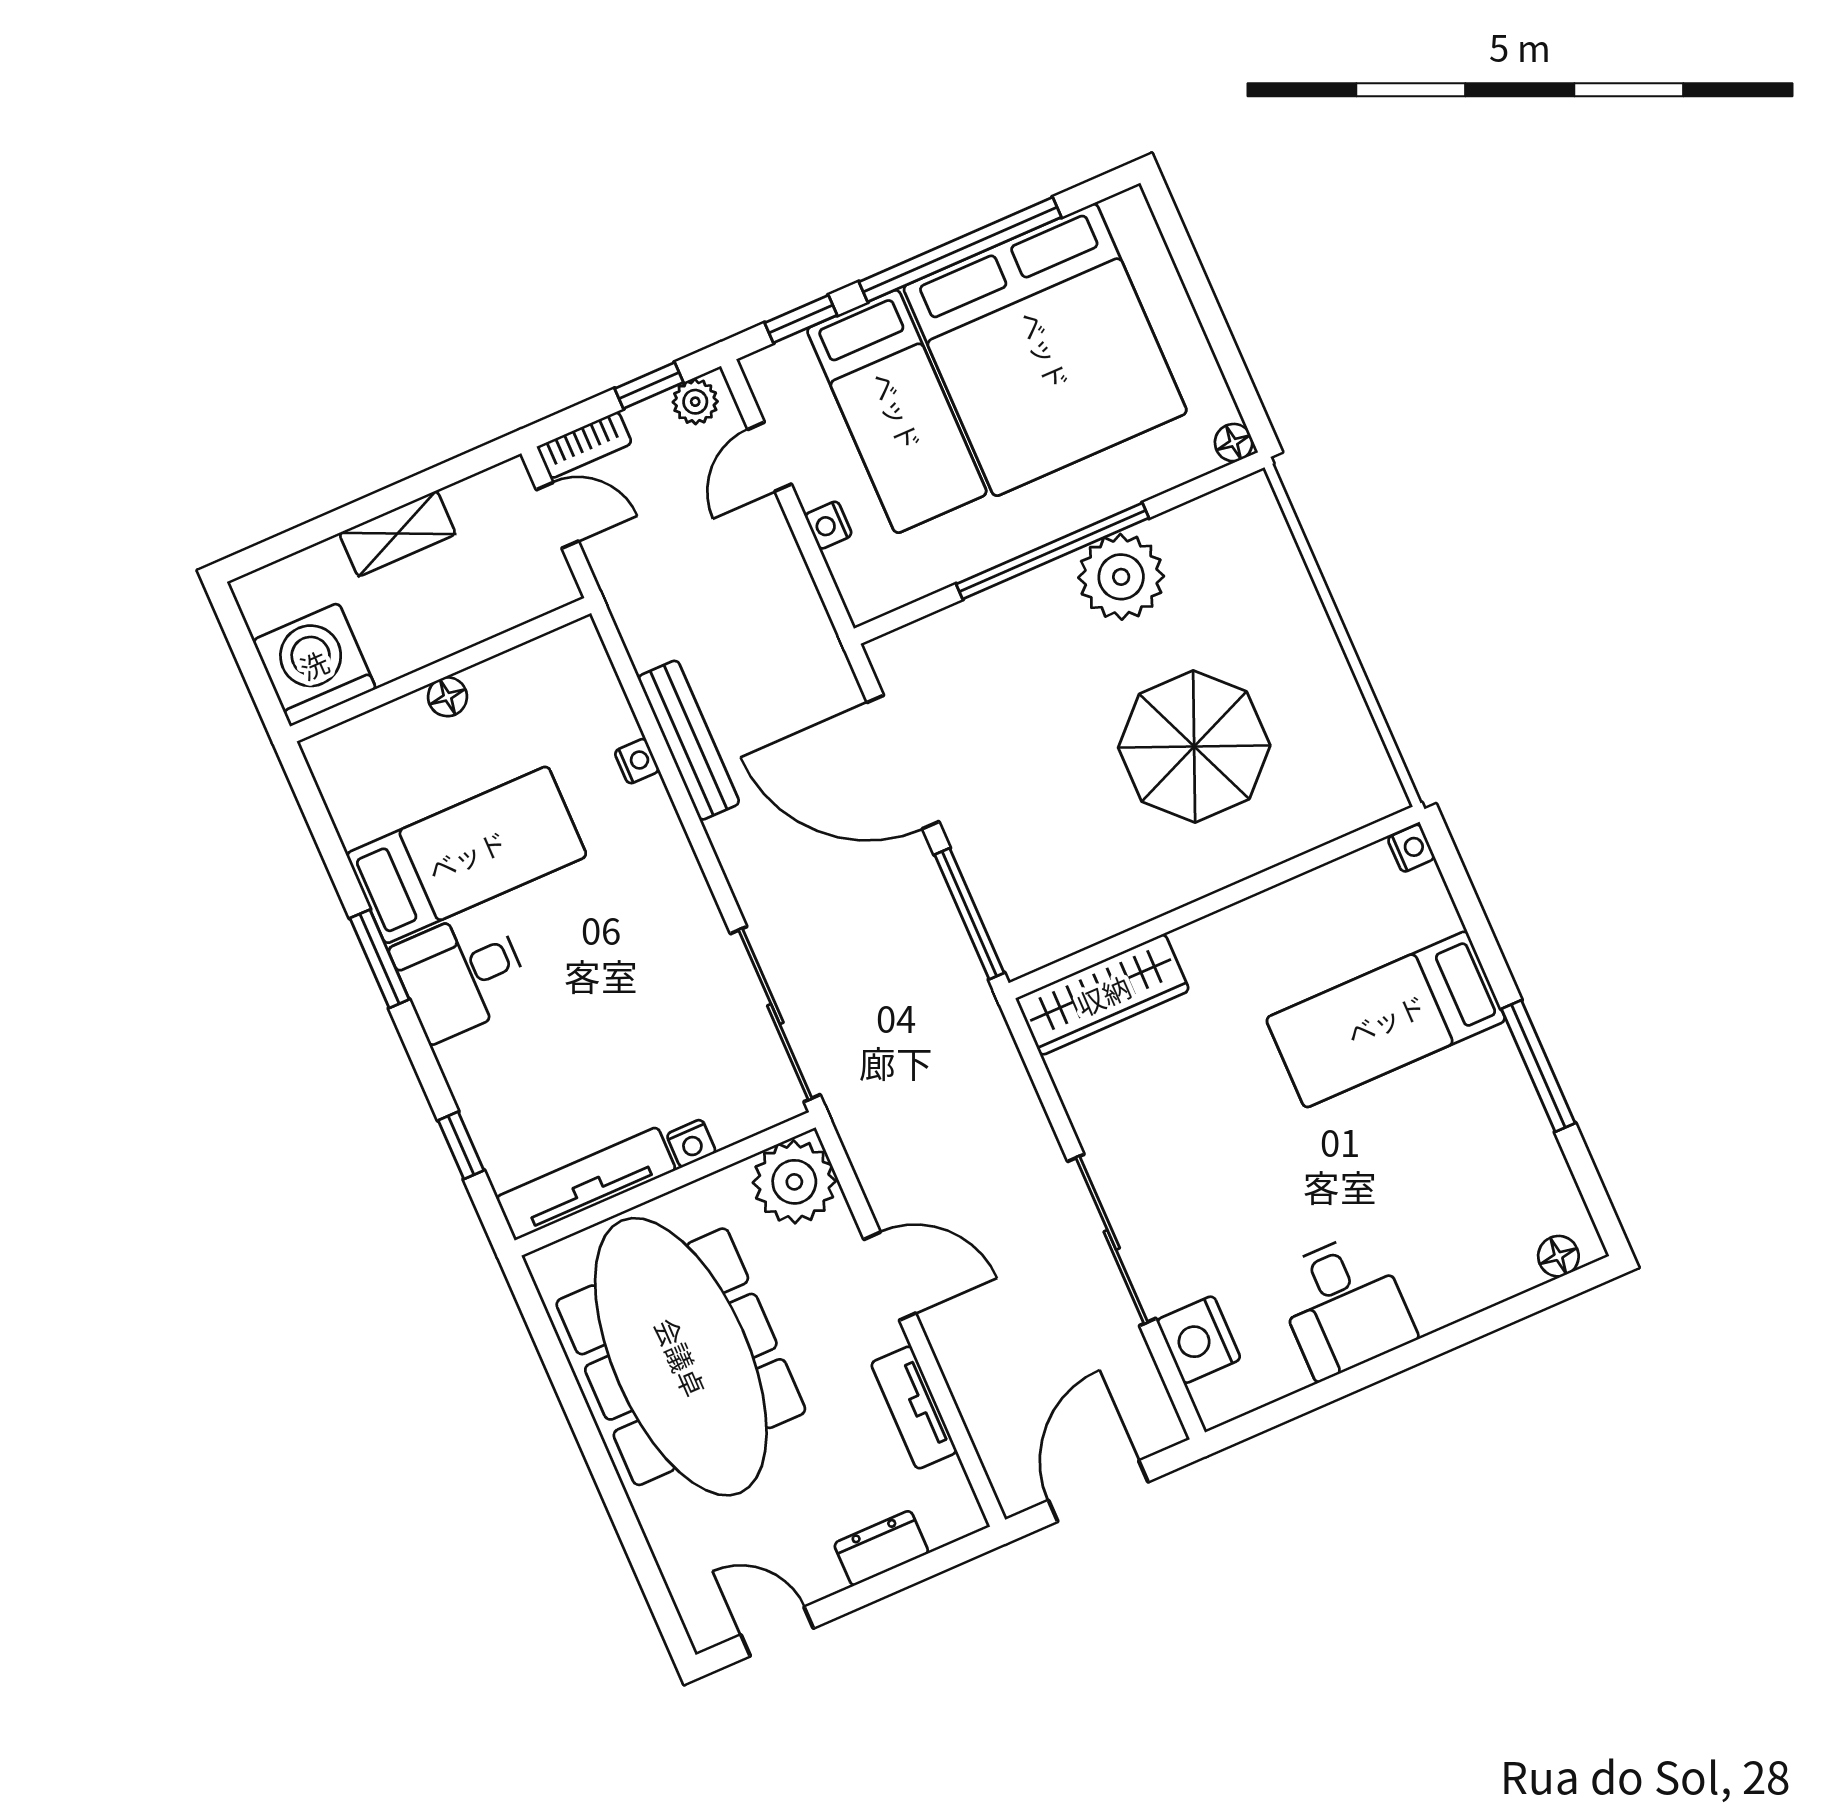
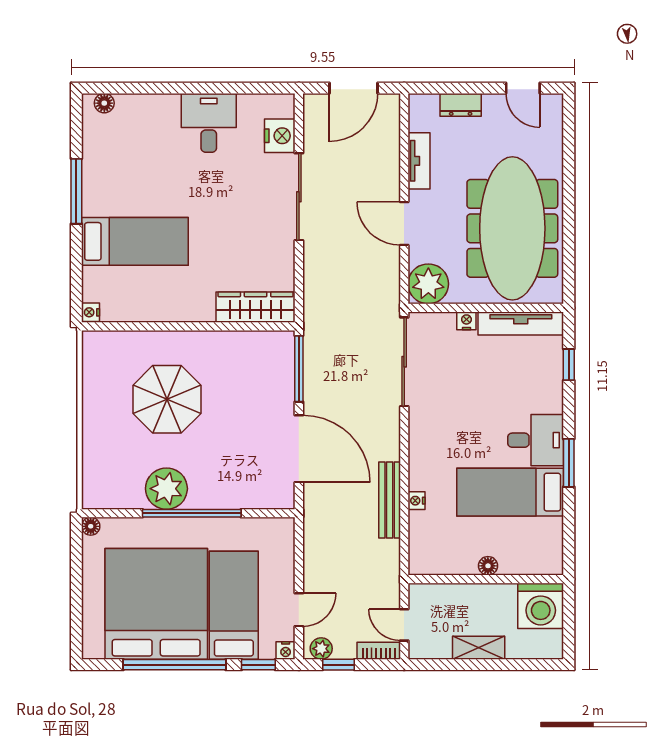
nightstand: (828, 525) -> (286, 651), moved, turned 90

